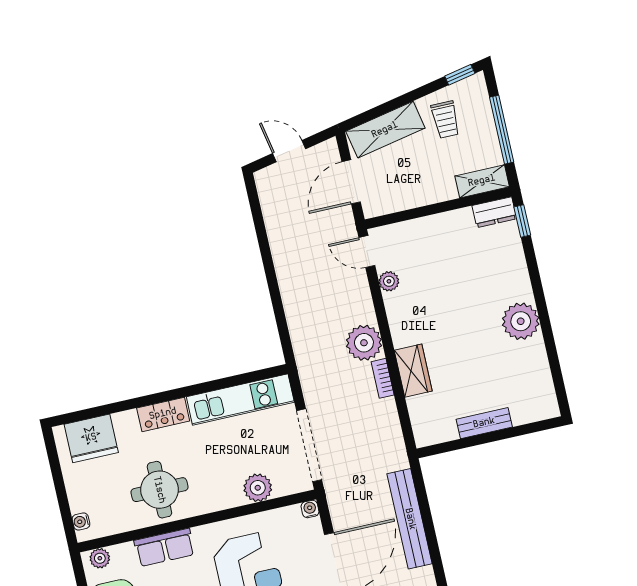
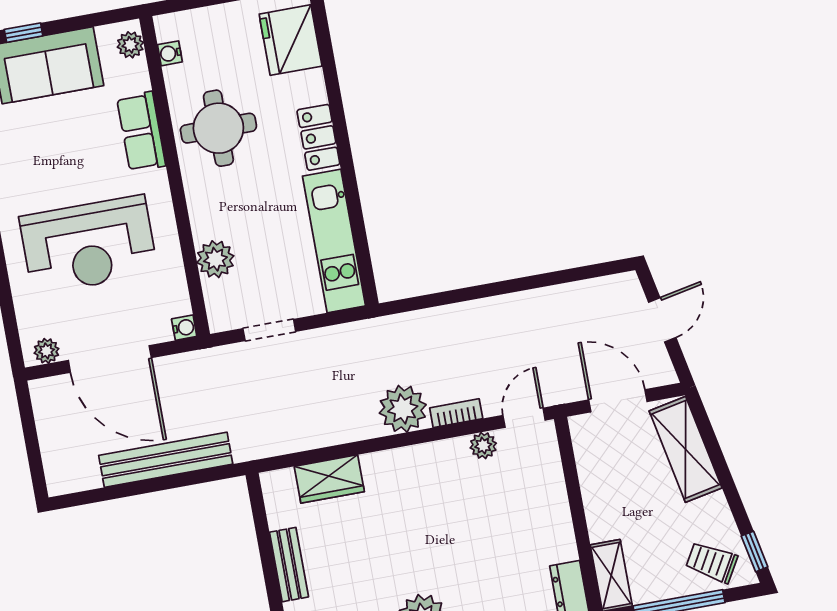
trolley: (445, 120) -> (712, 562), moved, turned 30
wardrobe: (413, 371) -> (329, 479), moved
bookcase: (383, 378) -> (456, 413), moved
doorway: (309, 445) -> (269, 330), width x0.53
water cooler: (81, 522) -> (170, 53), moved, turned -90

